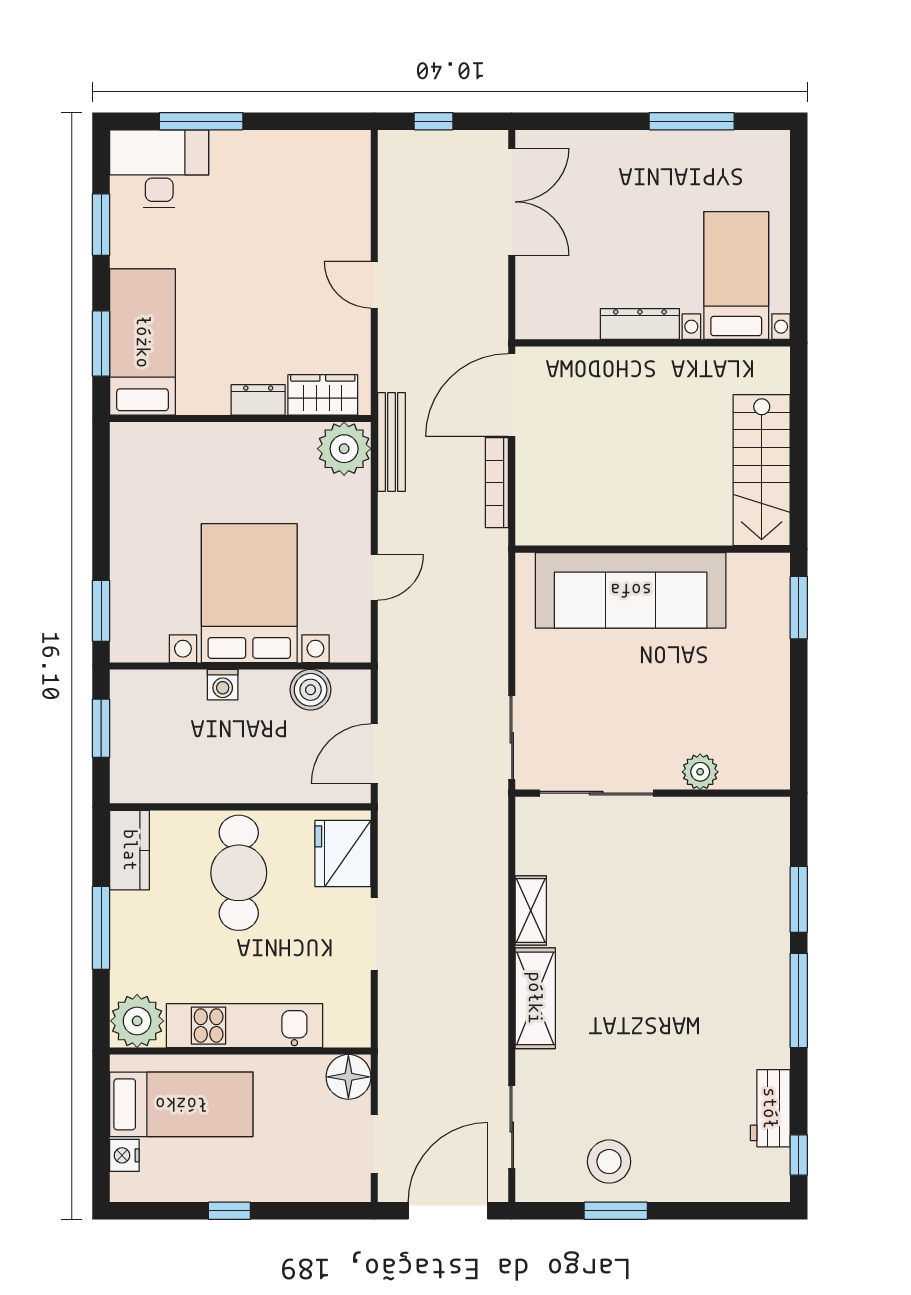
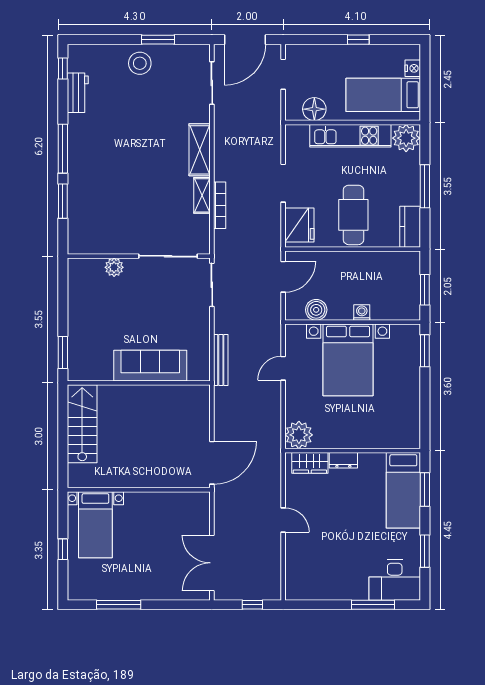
window: (799, 228) -> (63, 549), added
dresser: (640, 324) -> (145, 500), removed
bench: (392, 442) -> (221, 360), moved
bookcase: (497, 483) -> (220, 205), moved
sofa: (631, 590) -> (150, 366), width x0.74, depth x0.79
floor lamp: (348, 1077) -> (314, 109), moved
stool: (609, 1162) -> (140, 63), moved

